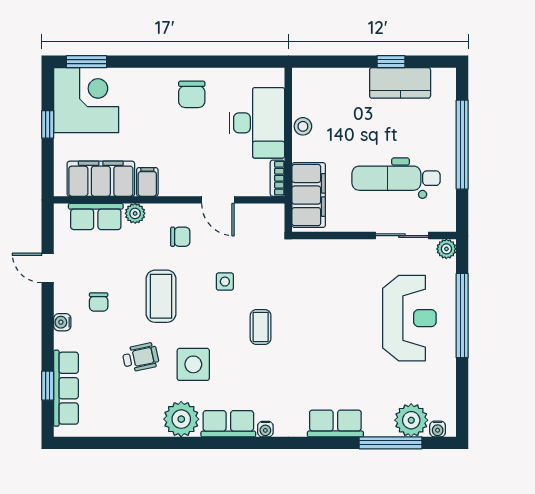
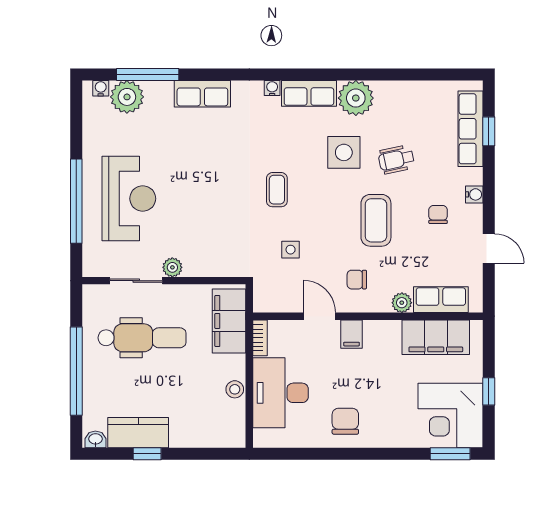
washbasin: (443, 76) -> (95, 439), added
filing cabinet: (147, 182) -> (351, 334), moved
plant: (446, 249) -> (172, 267), moved
side table: (225, 282) -> (291, 250), moved
reception desk: (409, 318) -> (129, 199), turned 180

